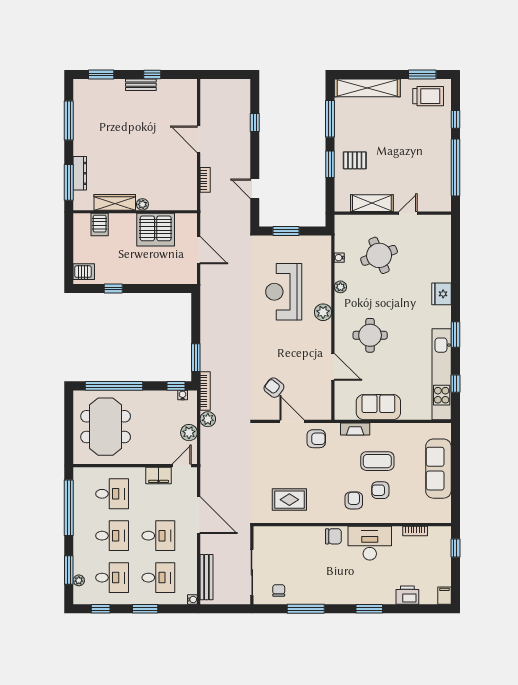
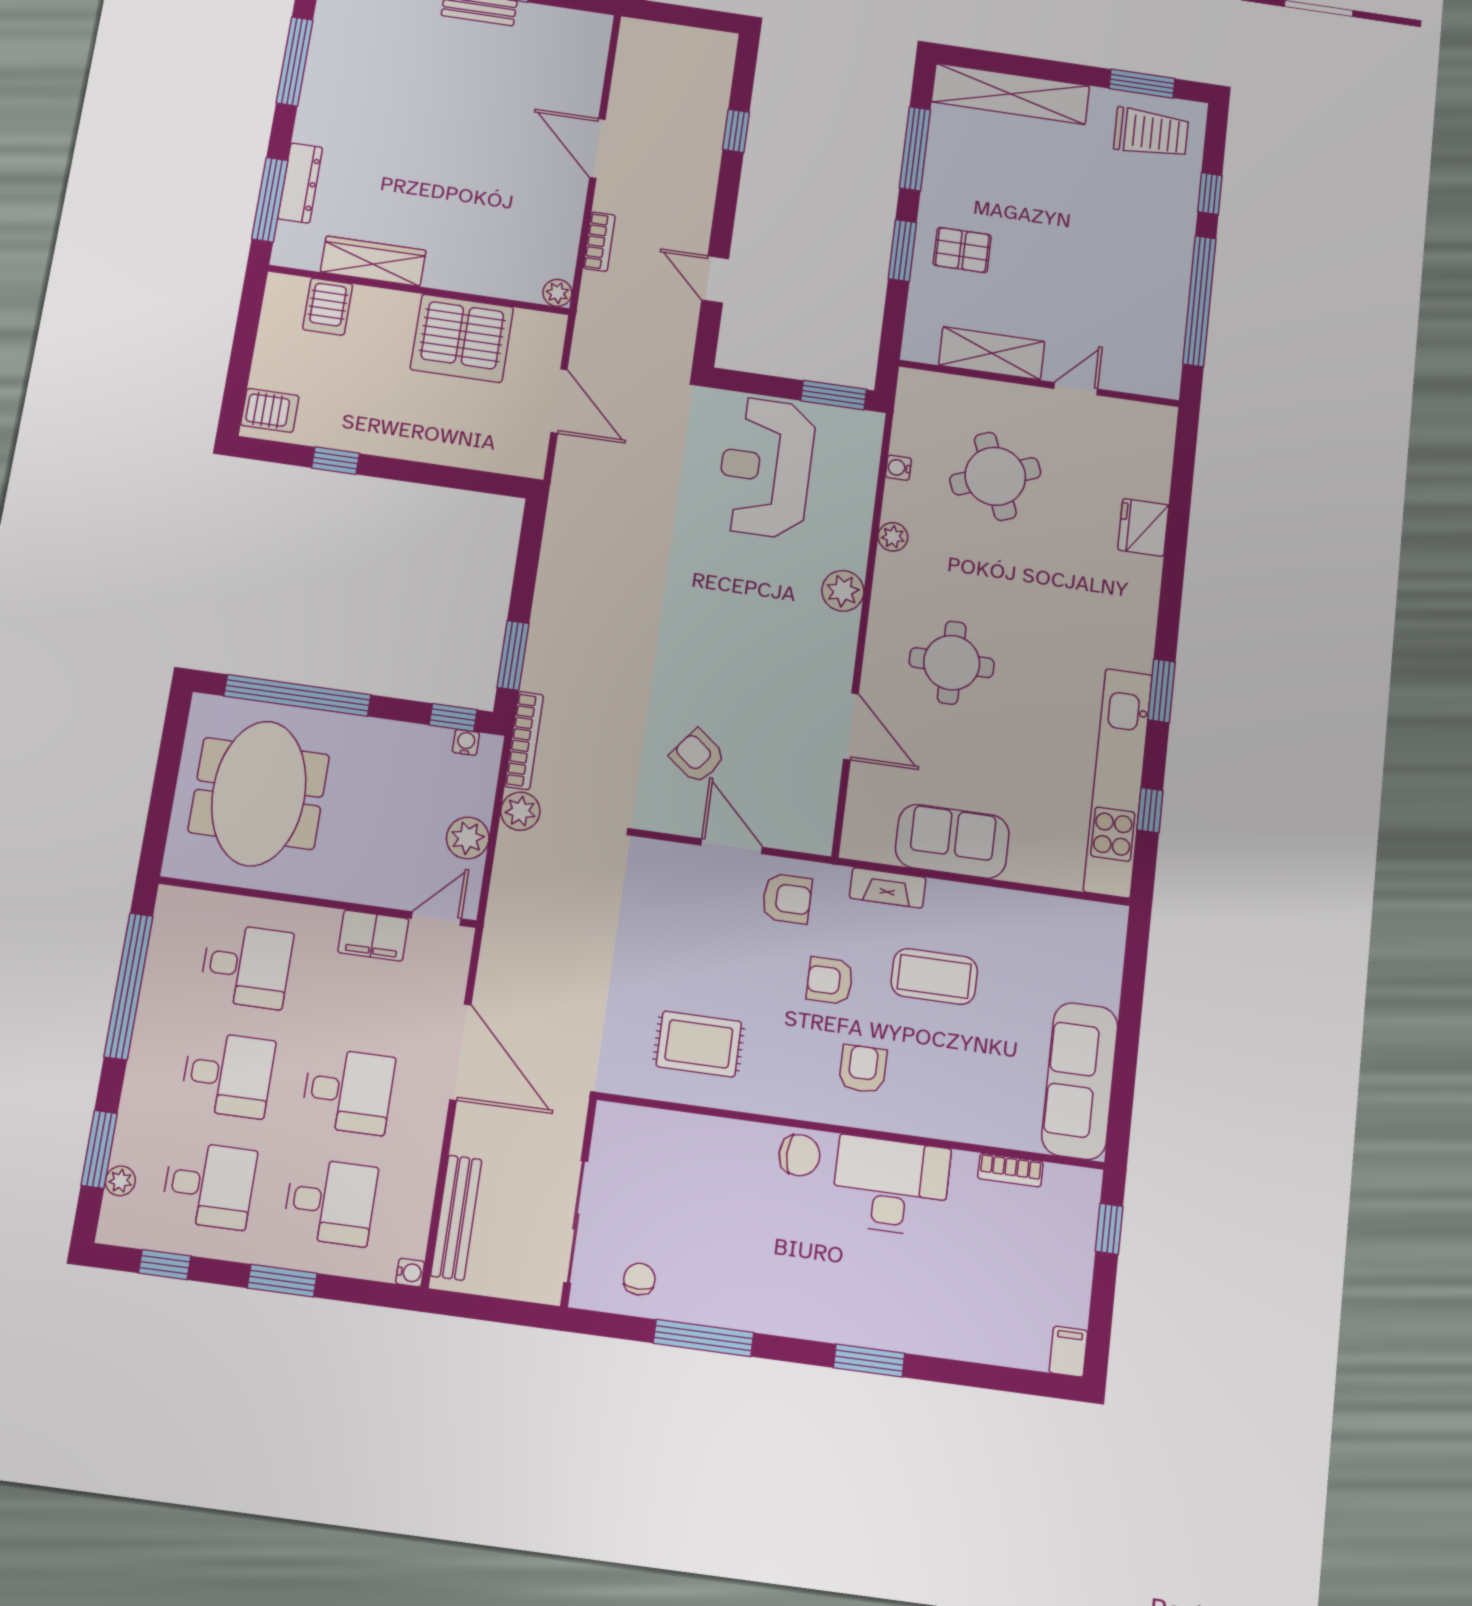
plant: (142, 204) -> (557, 293), moved
window: (286, 231) -> (834, 395), moved
reception desk: (284, 292) -> (766, 468), moved
fridge: (442, 294) -> (1143, 527), moved
sofa: (438, 469) -> (1080, 1081), moved
armchair: (380, 490) -> (830, 981), moved
printer: (407, 595) -> (972, 1337), removed

